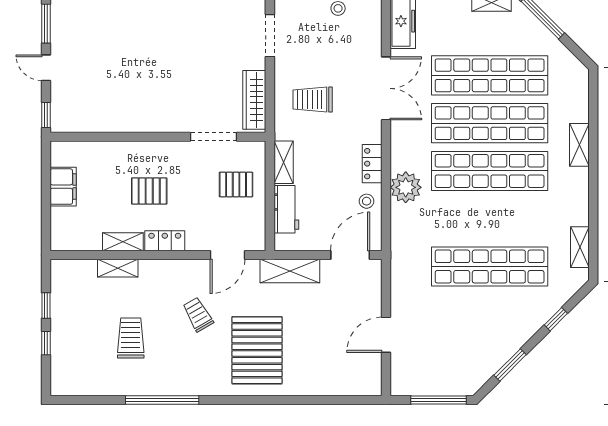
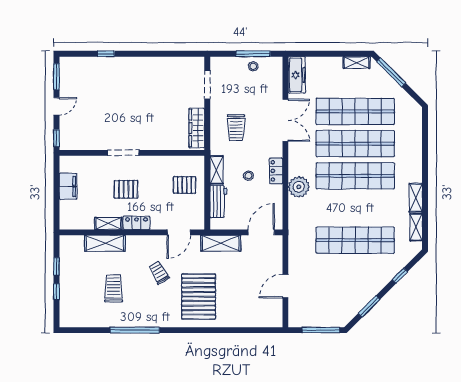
door: (46, 68) -> (57, 106), swing flipped
trolley: (313, 100) -> (236, 128), turned -90
doorway: (214, 137) -> (123, 153), moved
shelving: (579, 145) -> (416, 198), moved
stool: (367, 201) -> (248, 176), moved
shelving: (118, 268) -> (105, 243), width x1.50, depth x1.33

